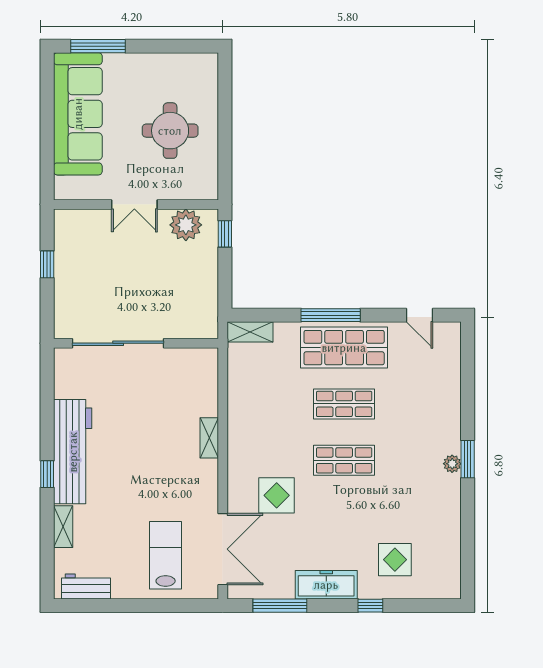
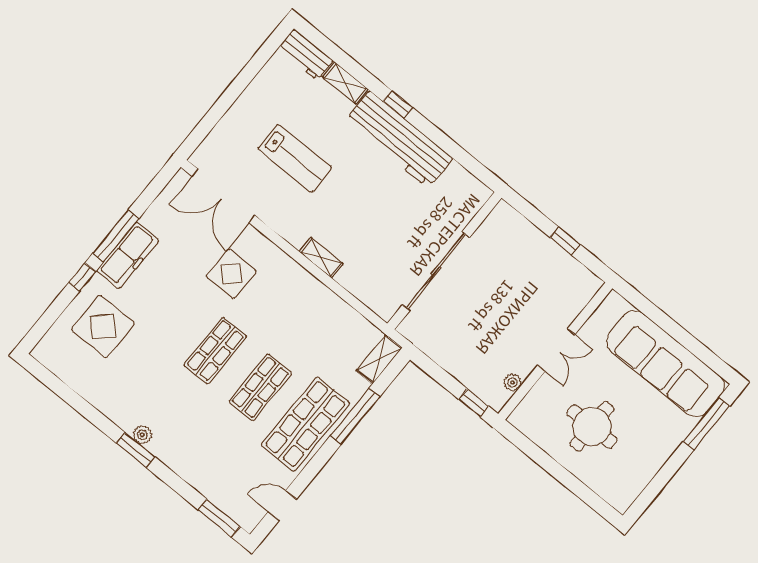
double door: (134, 204) -> (556, 350), swing flipped
plant: (186, 225) -> (512, 382), width x0.53, depth x0.53
window: (331, 315) -> (355, 416), moved
sliding door: (118, 343) -> (436, 271), moved
window: (468, 355) -> (219, 518), added
lab bench: (166, 555) -> (295, 158), moved
display table: (395, 560) -> (103, 327), width x1.36, depth x1.36
workbench: (86, 586) -> (306, 55), moved, turned 90
window: (280, 606) -> (116, 236), moved

